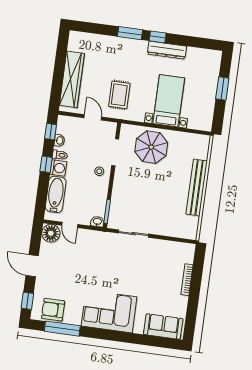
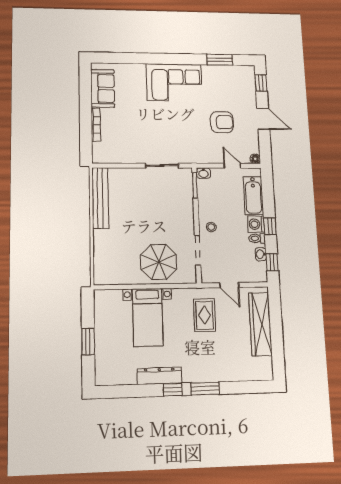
bench: (197, 188) -> (100, 198), moved
floor lamp: (51, 233) -> (255, 159), width x0.53, depth x0.53
armchair: (53, 310) -> (222, 122), moved
sofa: (163, 327) -> (103, 88), moved, turned -90
window: (62, 329) -> (220, 60), width x0.69

